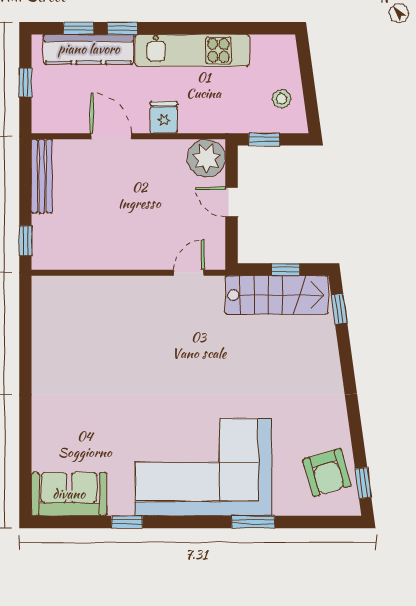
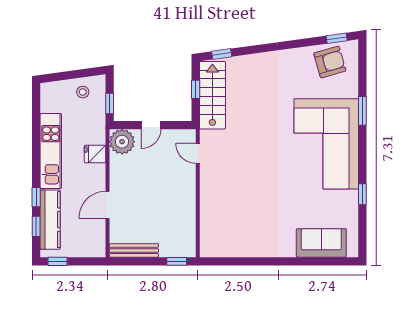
window: (25, 83) -> (57, 261), moved
fridge: (164, 117) -> (95, 154), moved
sofa: (69, 494) -> (321, 243), moved, turned 90

